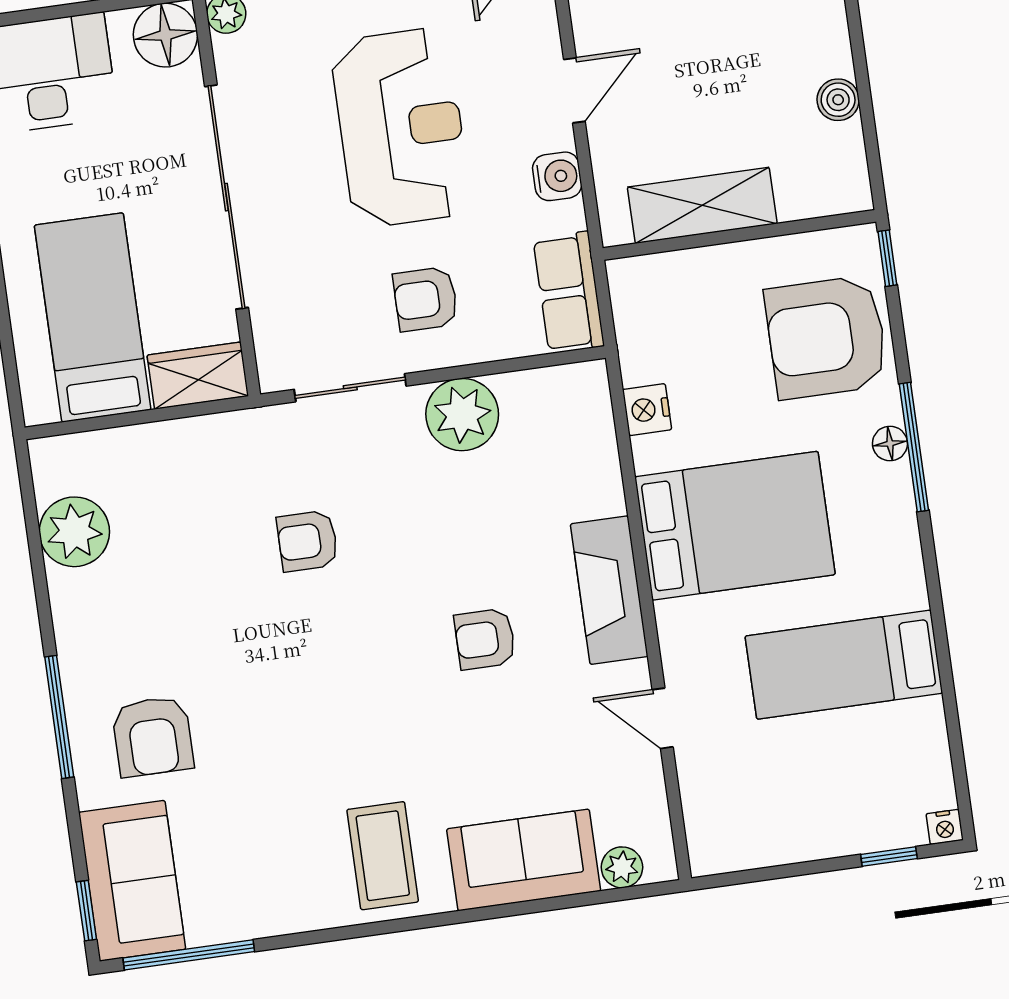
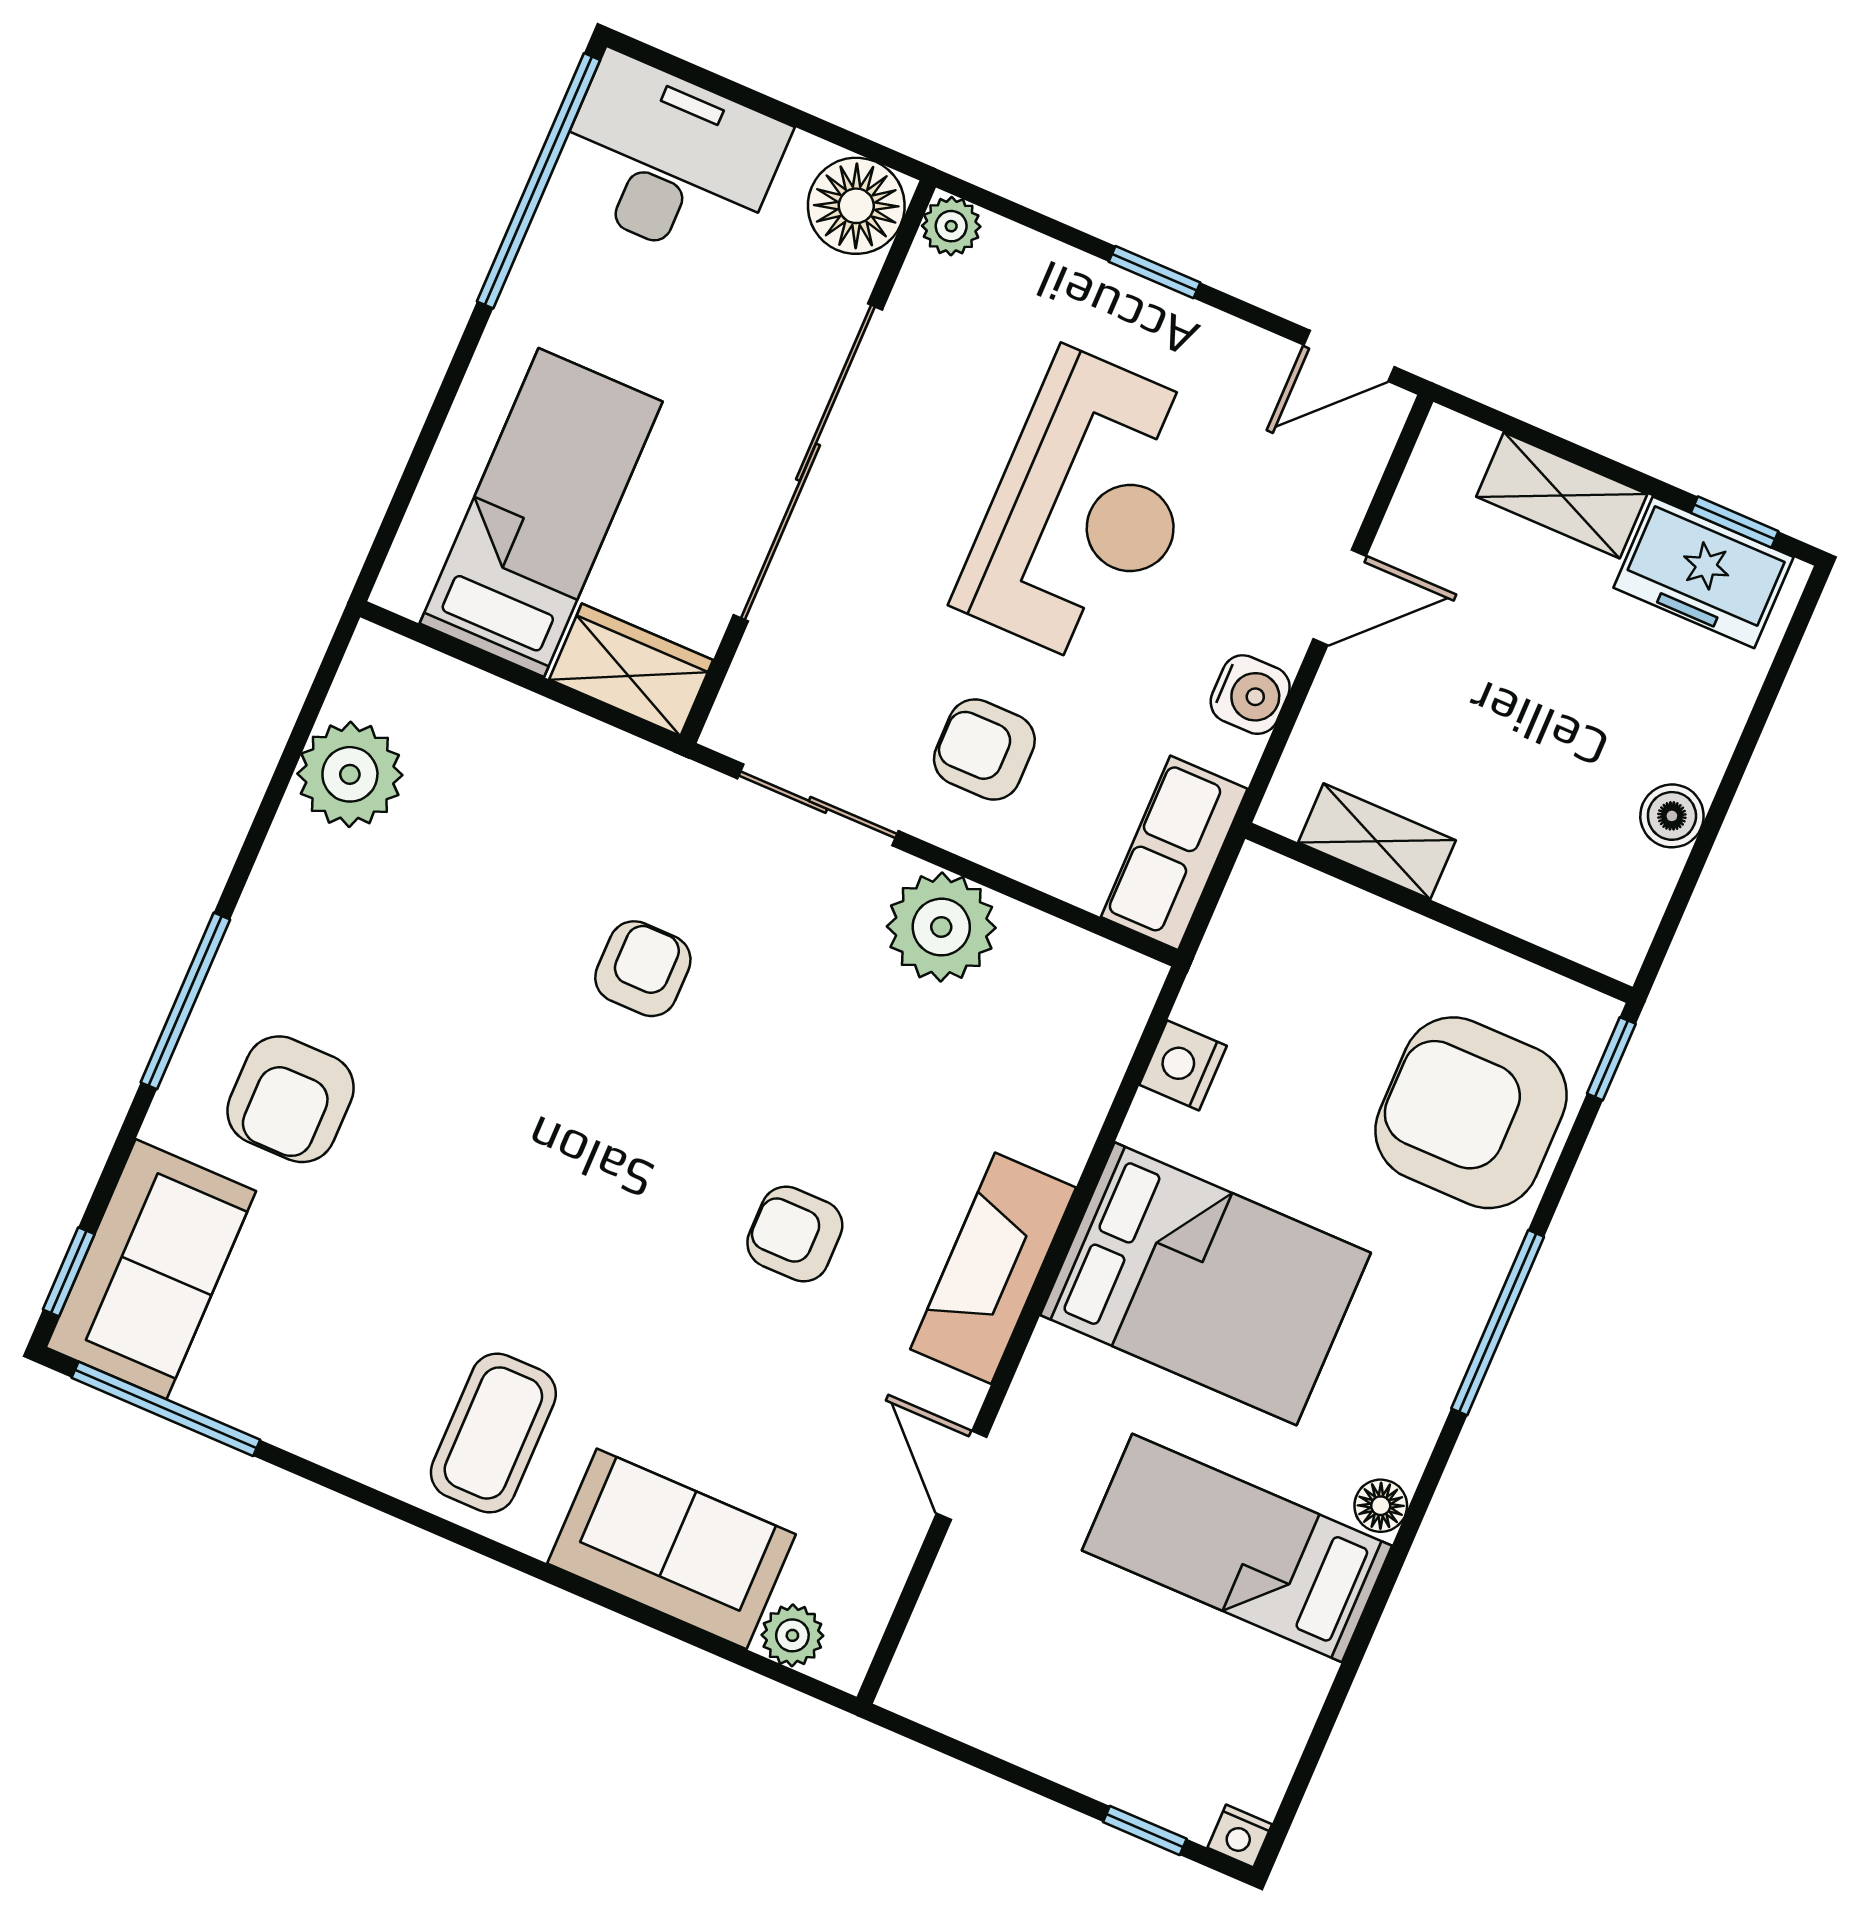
shelving: (702, 205) -> (1377, 841), width x0.67, depth x0.75
floor lamp: (890, 444) -> (1381, 1506), moved
armchair: (307, 541) -> (643, 969), turned 90

